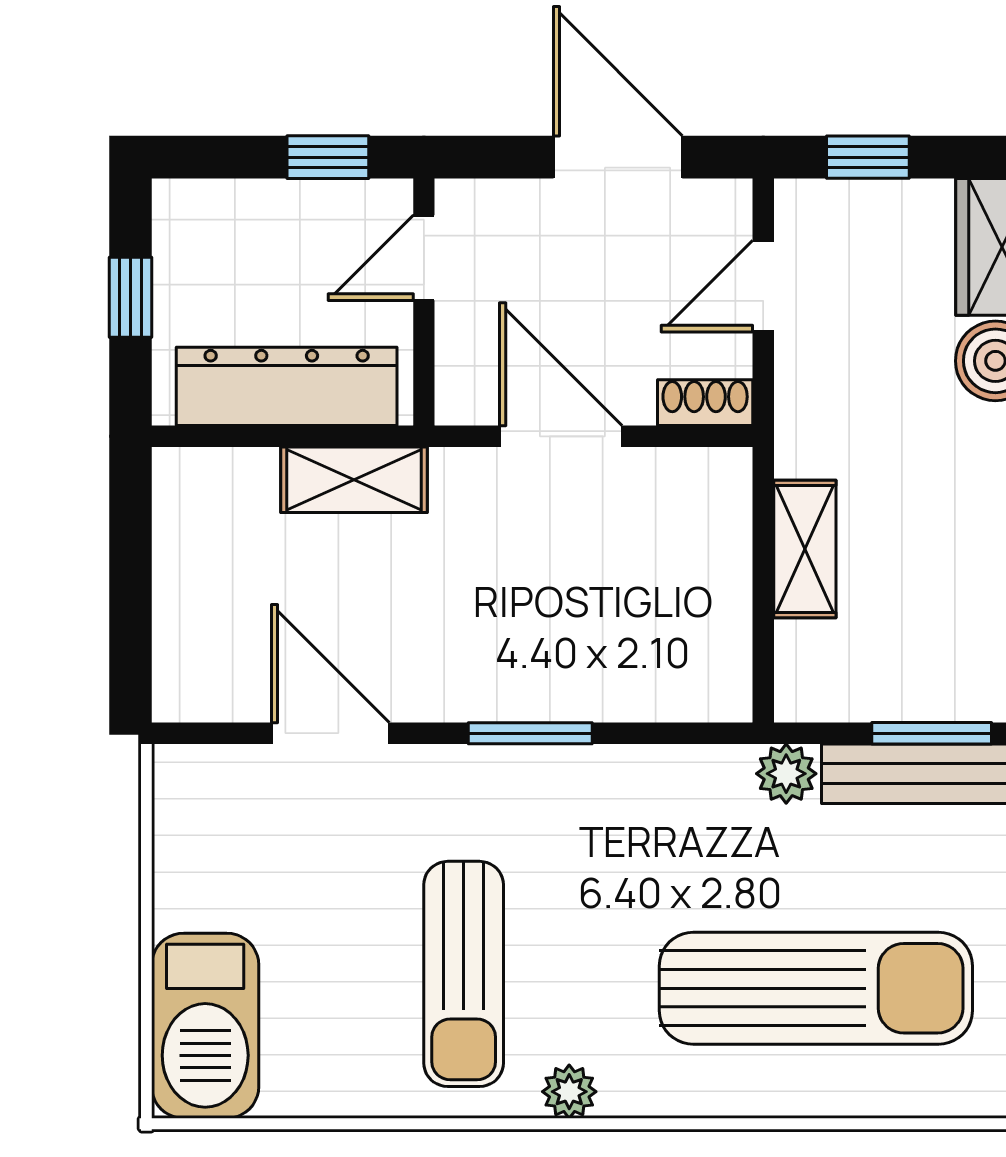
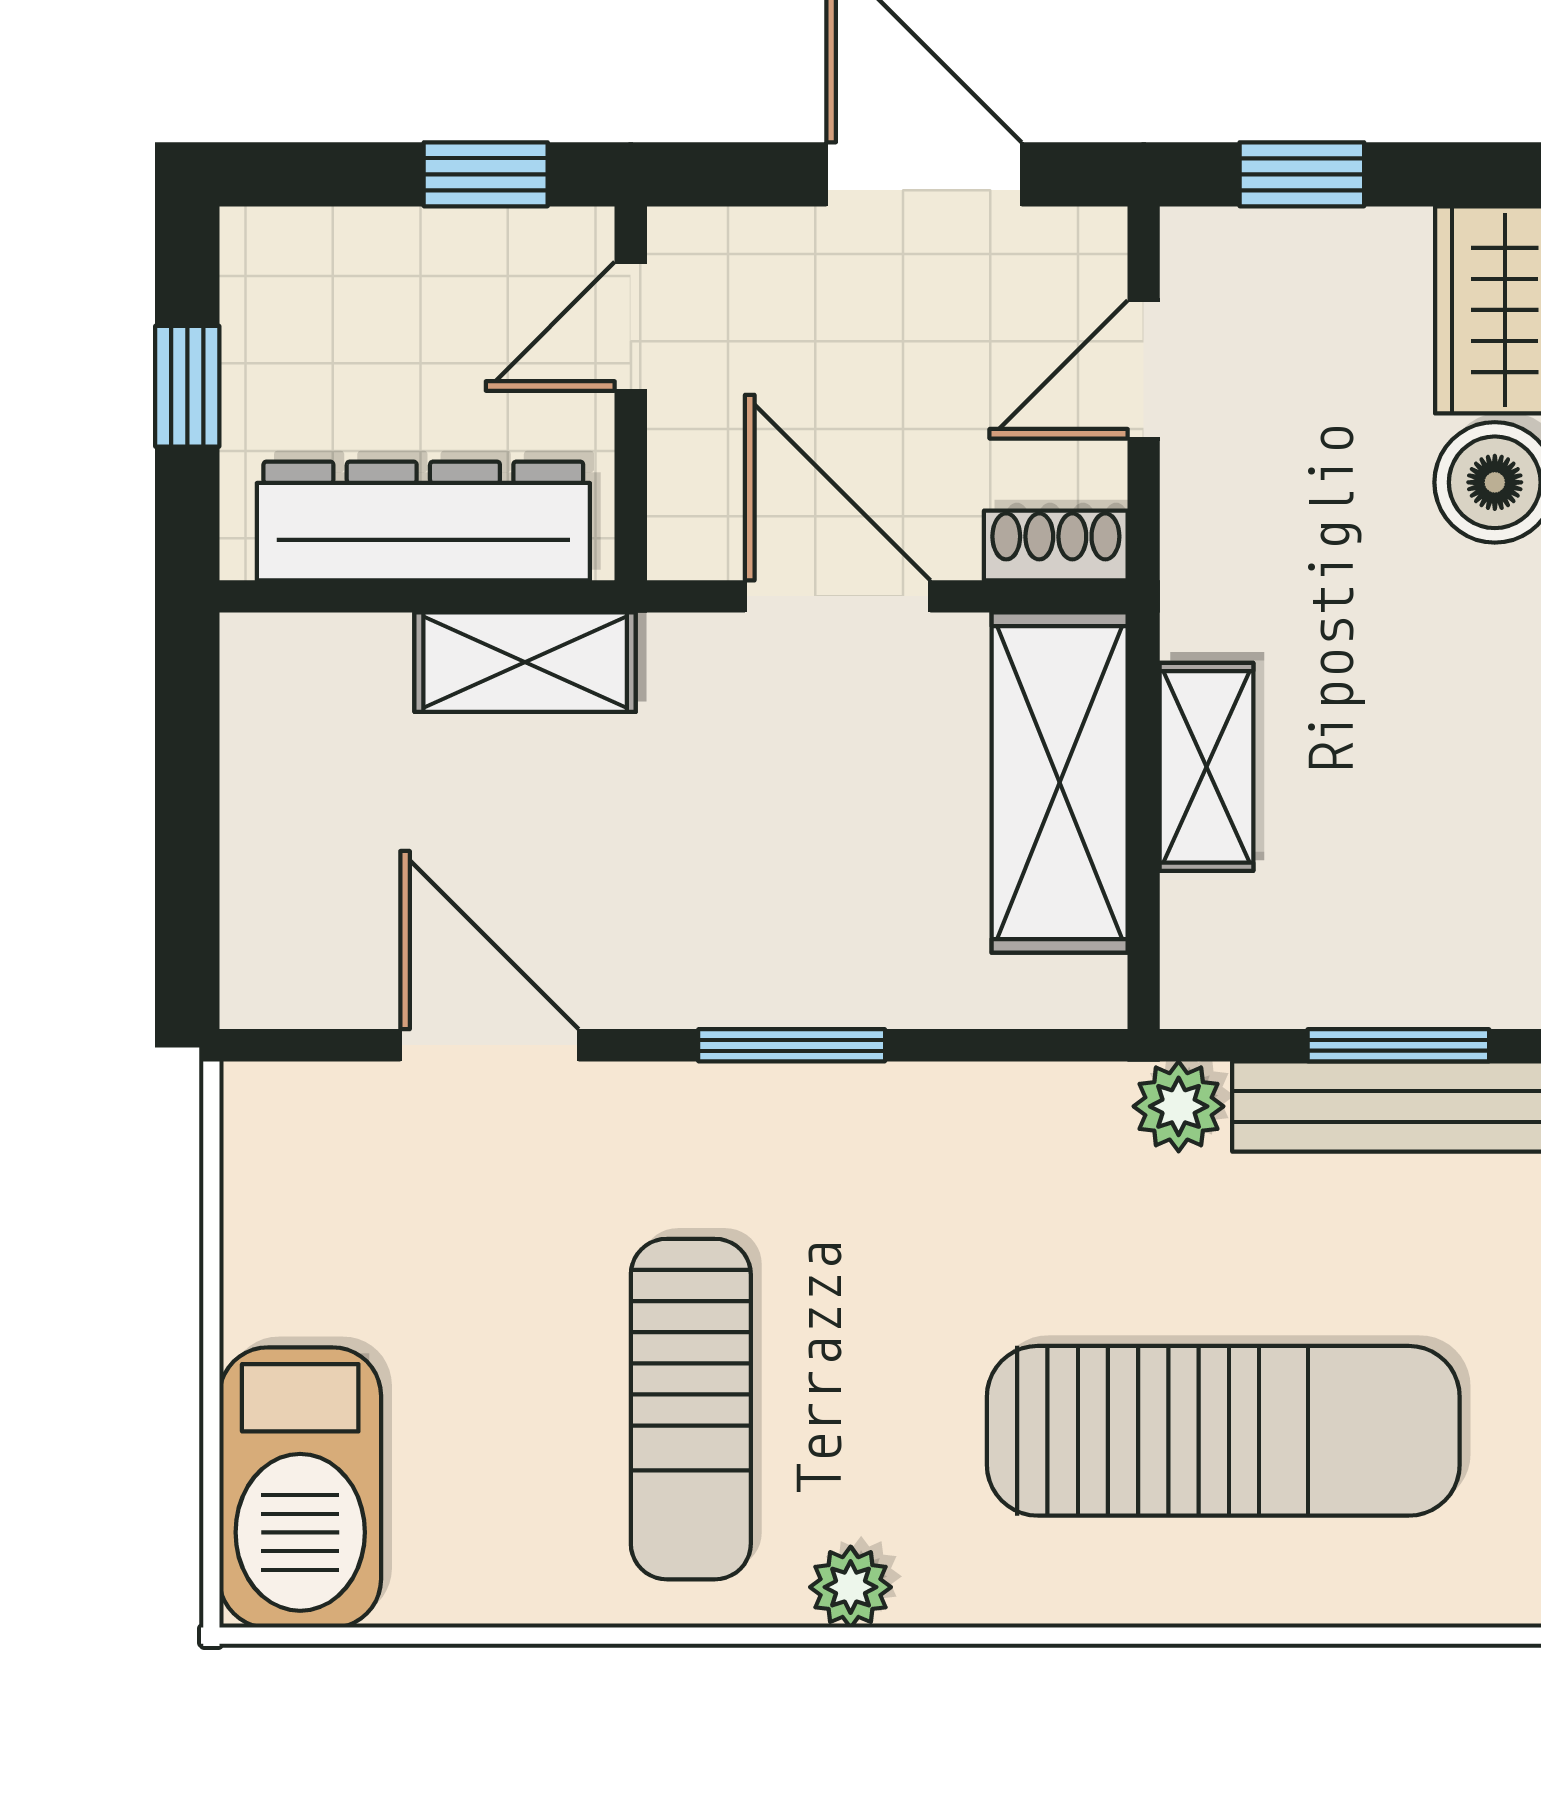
shelving: (708, 559) -> (1060, 783), added

